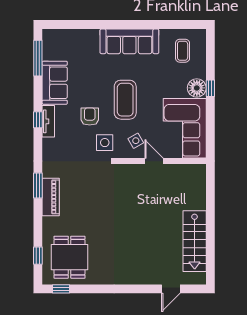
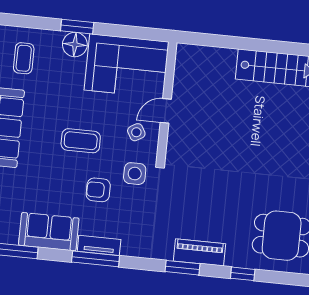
coffee table: (183, 51) -> (24, 58), turned 90
window: (210, 88) -> (77, 27), width x1.50
coffee table: (125, 100) -> (81, 141), width x0.73, depth x0.76
window: (38, 120) -> (96, 259), width x2.17
window: (38, 256) -> (243, 274), moved

